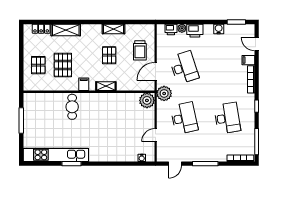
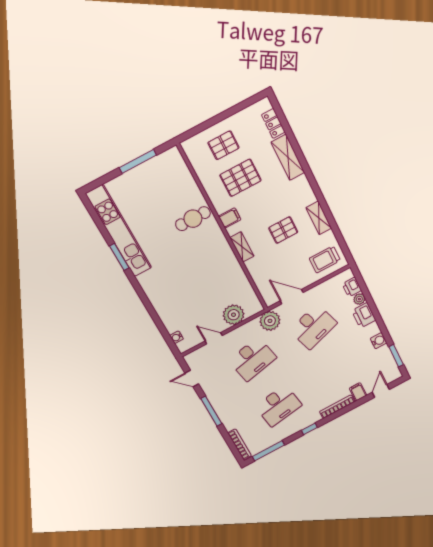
trolley: (140, 50) -> (325, 259), moved
plant: (147, 100) -> (234, 315), moved

